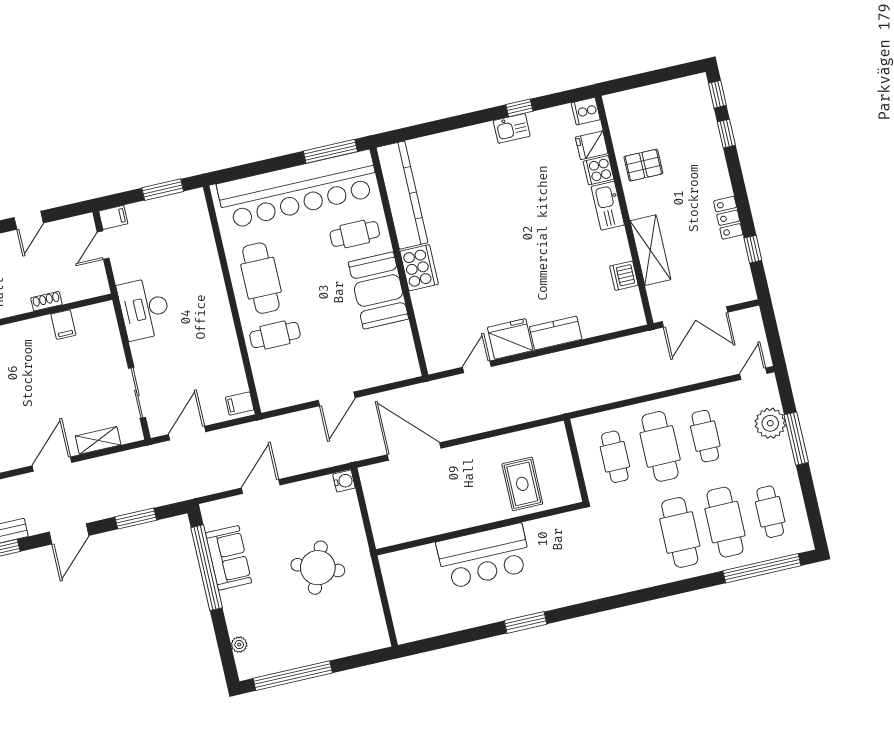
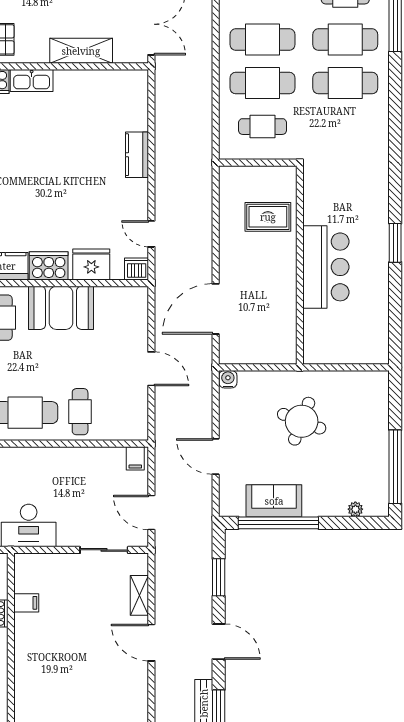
dishwasher: (624, 276) -> (137, 269), moved, turned 180
fridge: (510, 339) -> (91, 264), moved, turned 90
cafe table: (705, 436) -> (262, 40), width x1.37, depth x1.35

